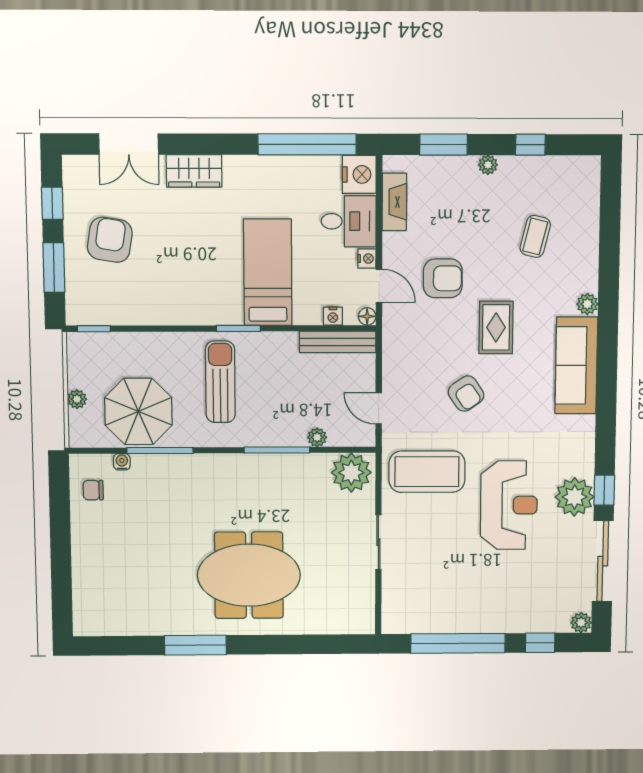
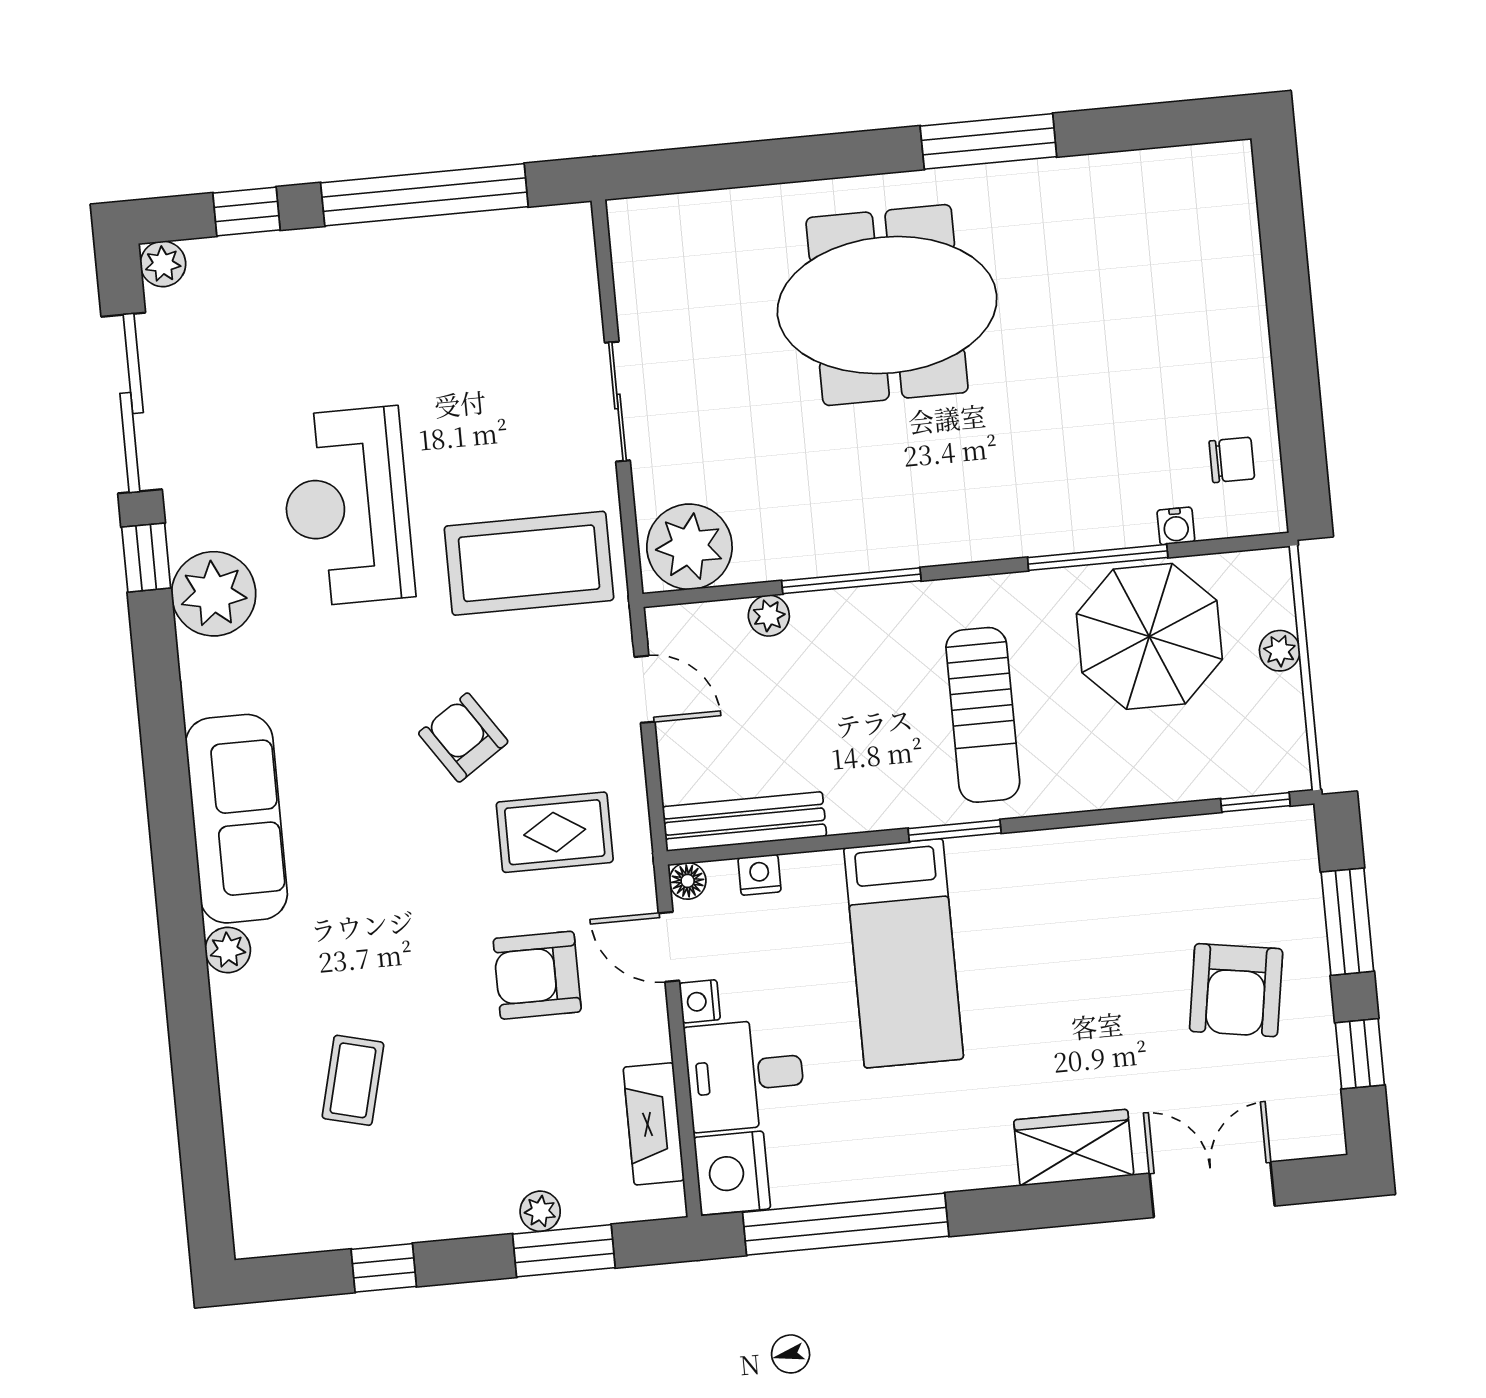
plant: (488, 165) -> (540, 1211), moved
rug: (496, 327) -> (555, 832), moved, turned 90
plant: (575, 497) -> (214, 594), moved

